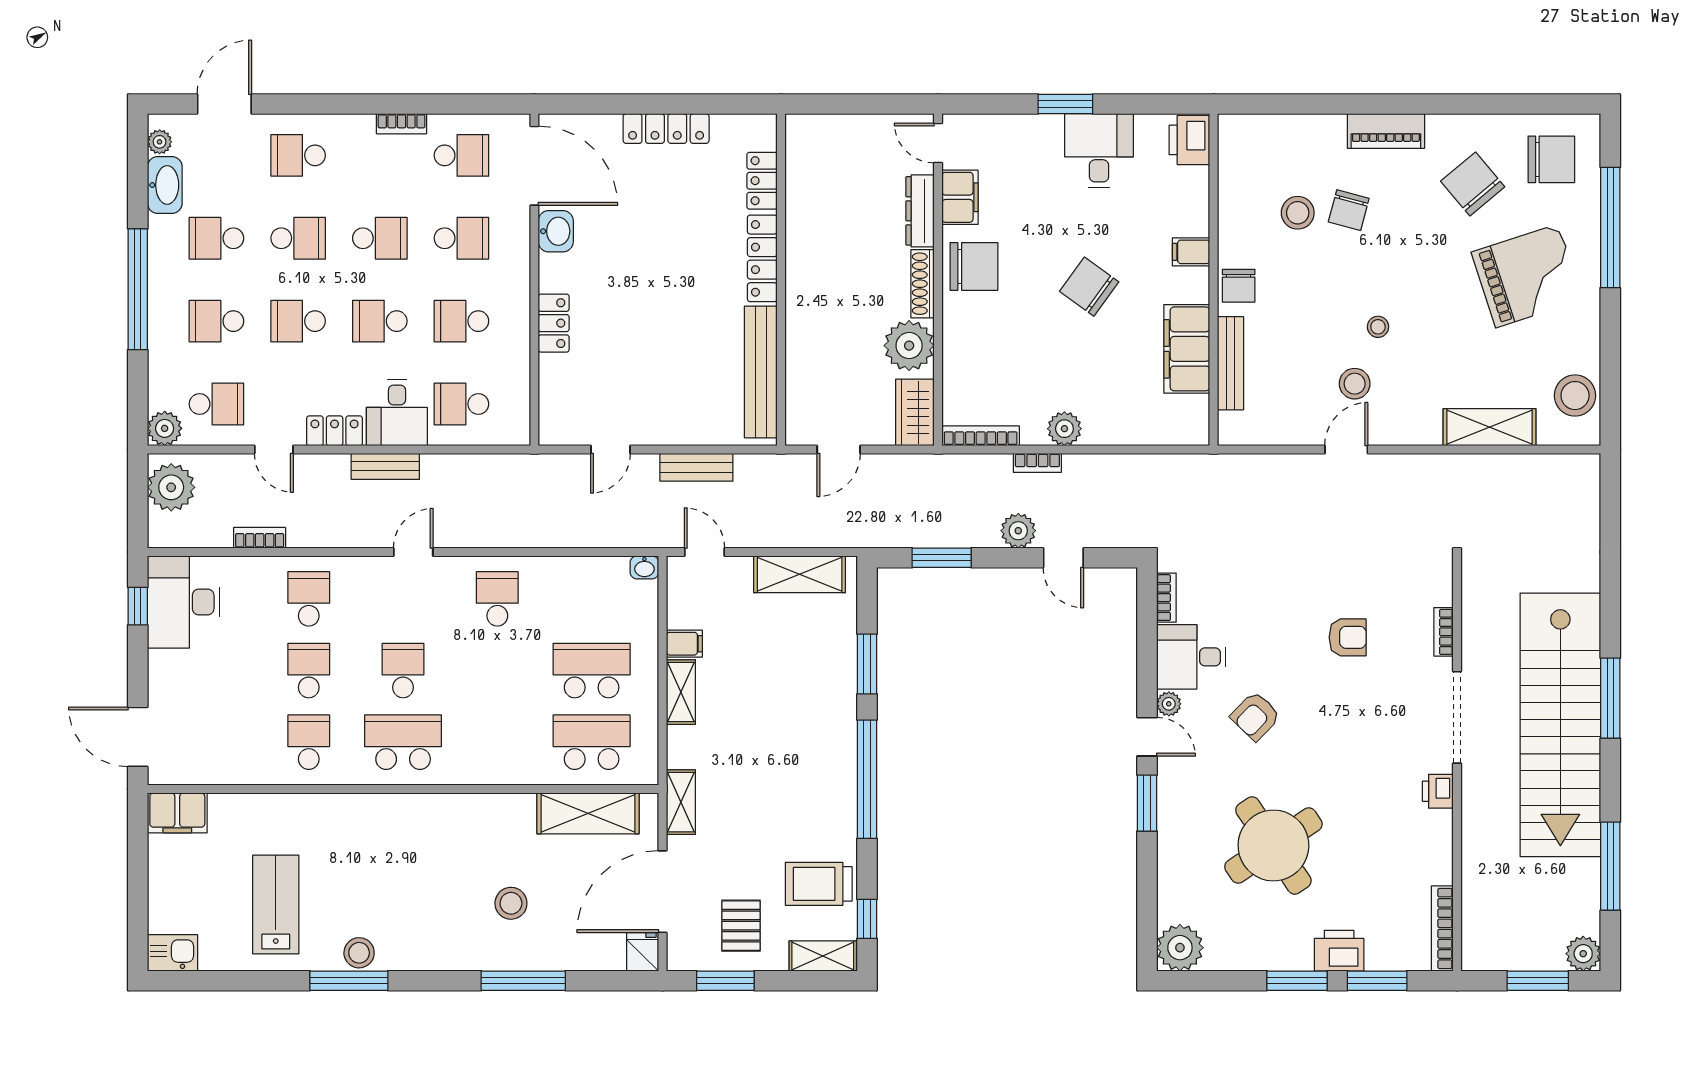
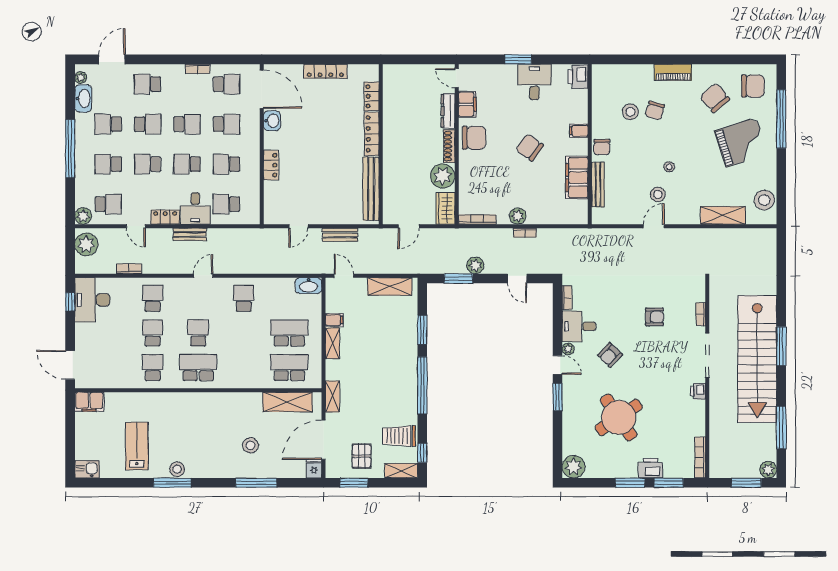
bookcase: (1037, 463) -> (525, 233), moved
plant: (1018, 531) -> (475, 265), moved
washbasin: (644, 567) -> (309, 286), width x1.91, depth x1.45

